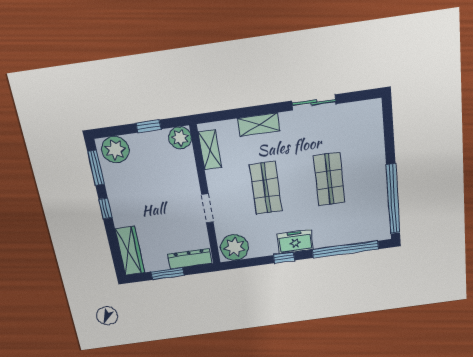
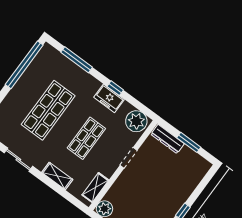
shop shelf: (329, 179) -> (48, 110), width x1.43, depth x1.36
freezer: (295, 242) -> (109, 98), moved
window: (345, 249) -> (77, 60), width x0.68
wardrobe: (130, 251) -> (196, 176), removed

